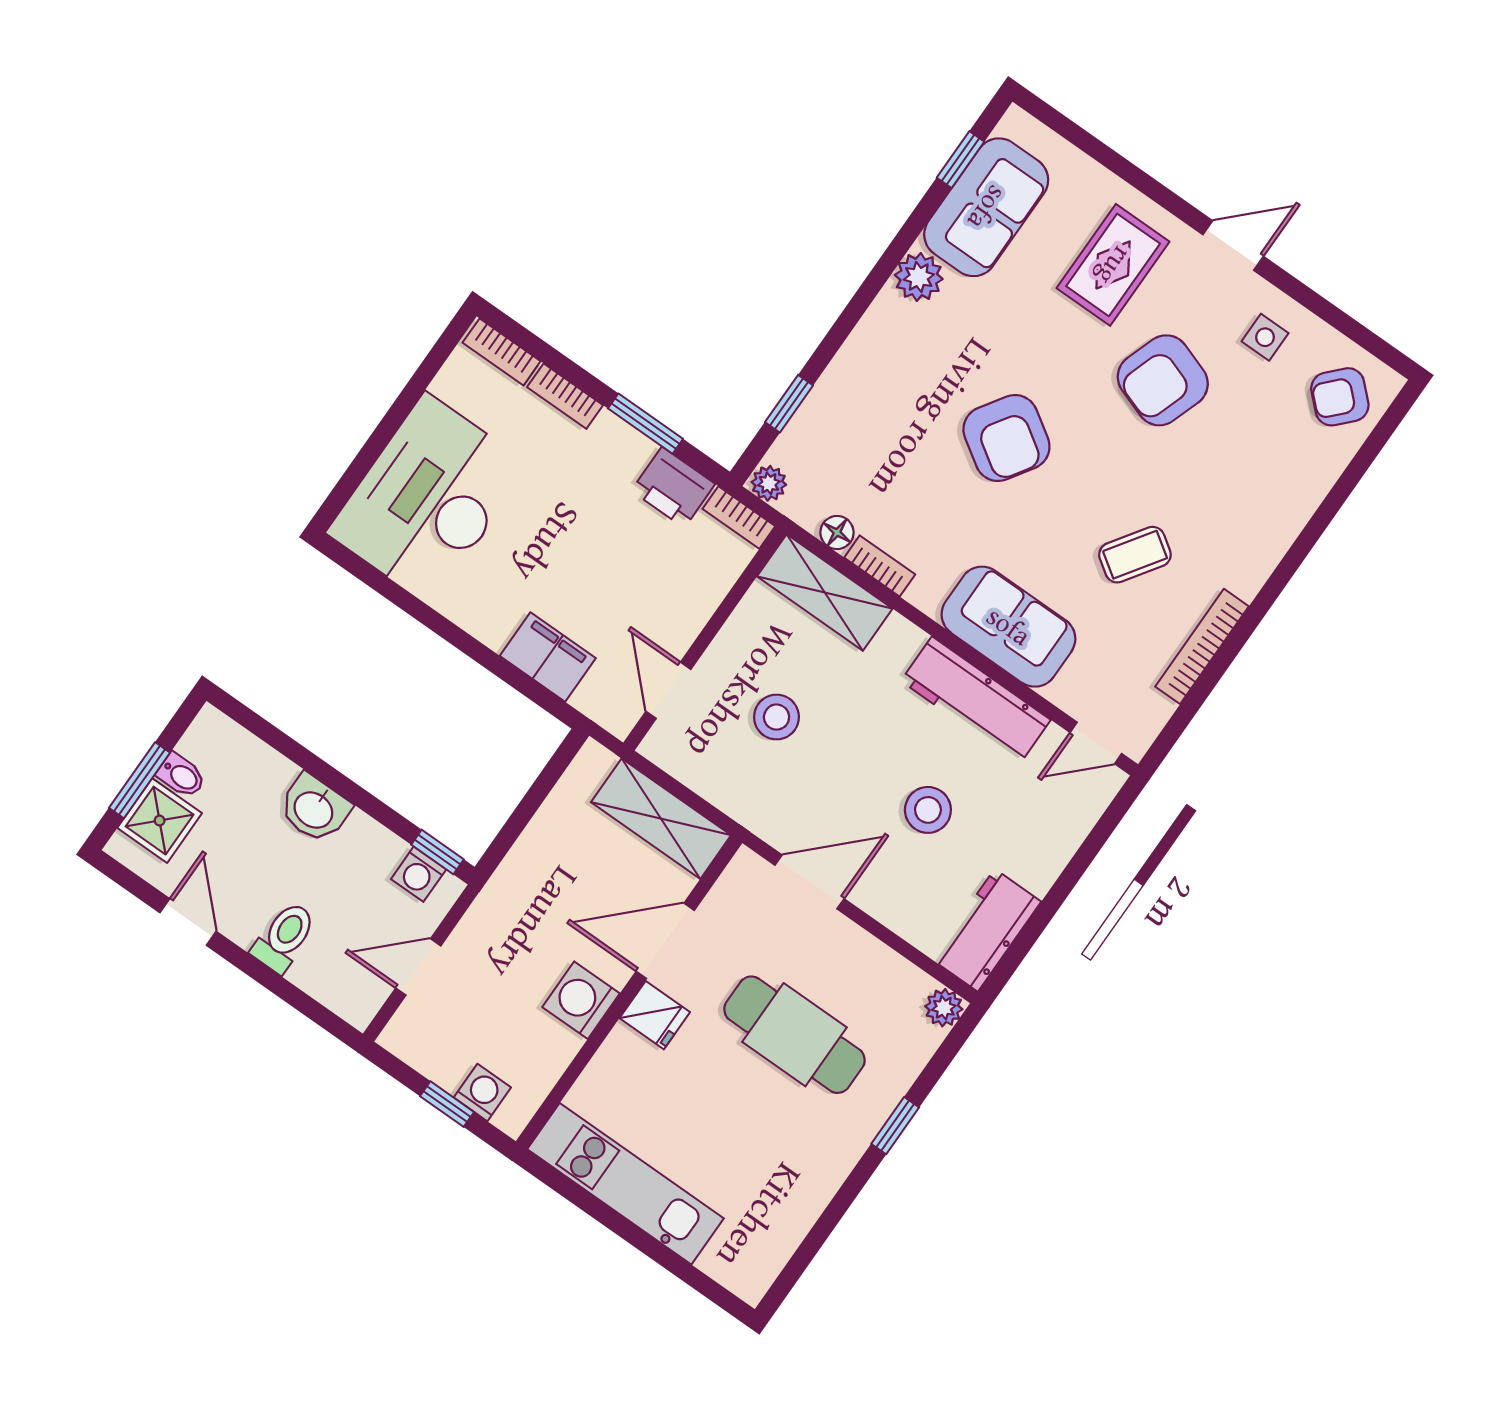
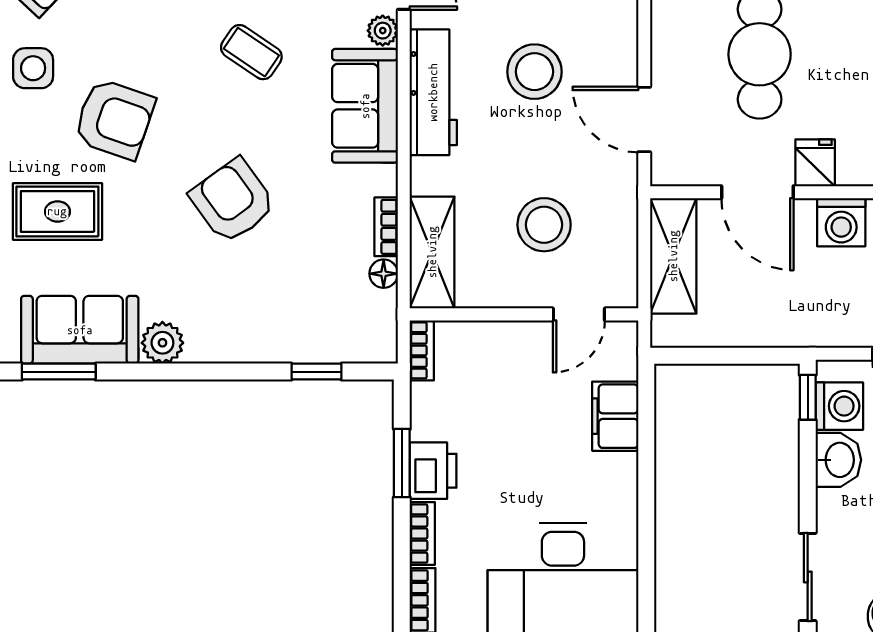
window: (961, 160) -> (59, 372), width x1.50
side table: (1265, 337) -> (33, 68), width x1.37, depth x1.37
armchair: (1006, 438) -> (233, 201), turned -69
plant: (769, 483) -> (383, 31), moved
printer: (673, 487) -> (433, 471), moved
stool: (777, 717) -> (544, 225), width x1.38, depth x1.38
sliding door: (267, 732) -> (808, 577), added
washbasin: (314, 809) -> (838, 460), moved
stool: (928, 810) -> (534, 72), width x1.38, depth x1.38
washing machine: (419, 874) -> (839, 406), width x1.38, depth x1.38

